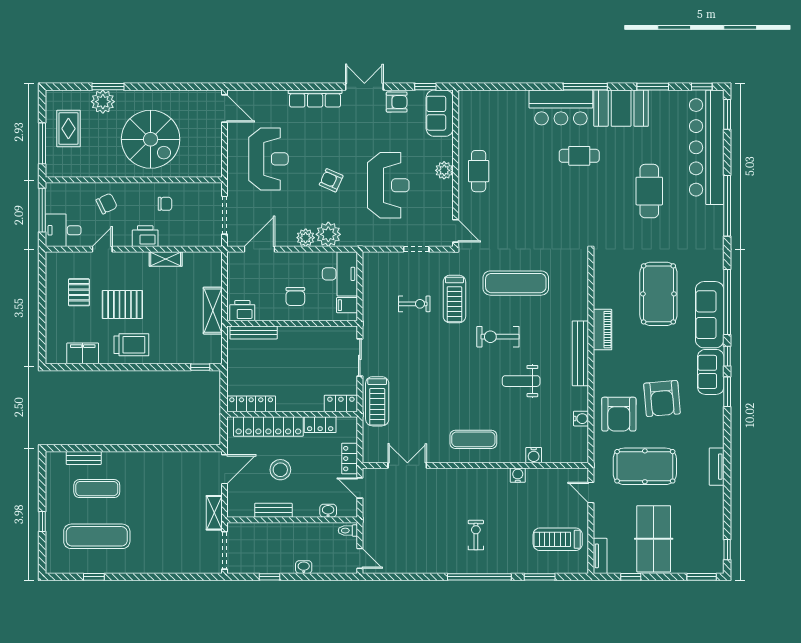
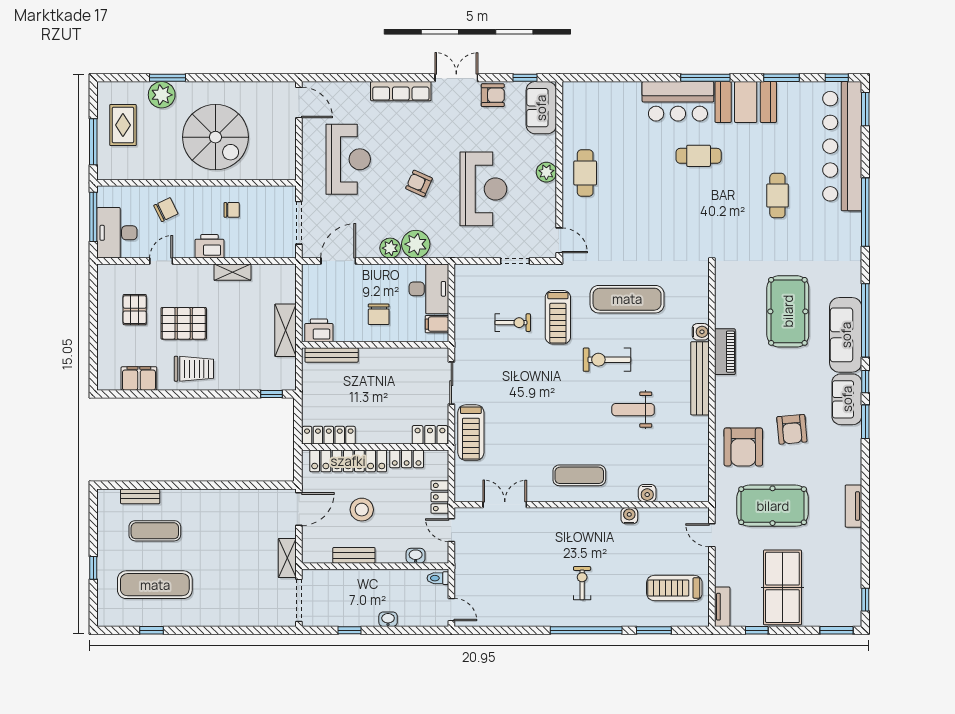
cafe table: (649, 191) -> (777, 196), width x0.73, depth x0.74
desk: (63, 230) -> (117, 233), width x1.37
armchair: (662, 399) -> (792, 429), width x0.73, depth x0.73
water cooler: (581, 419) -> (701, 332), moved

